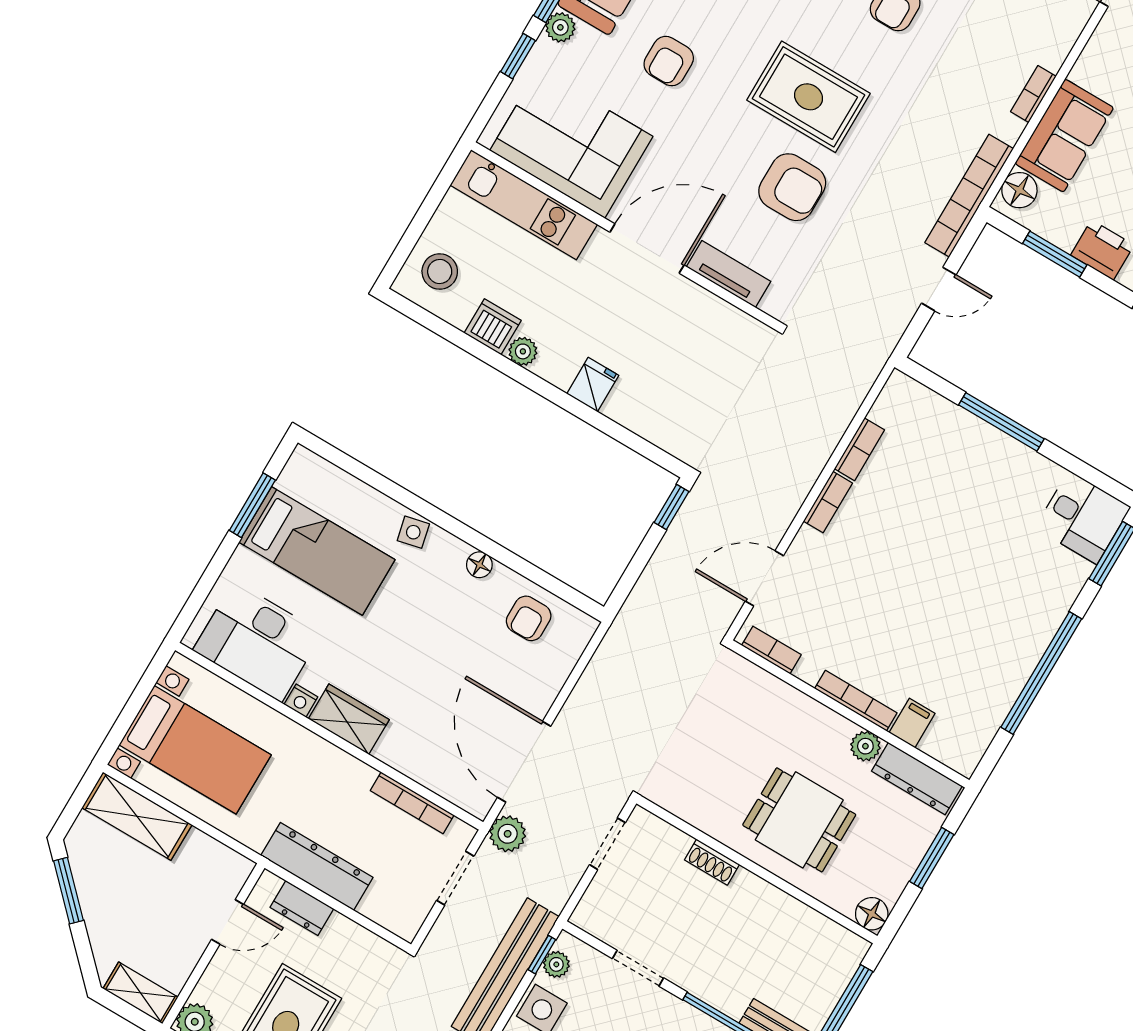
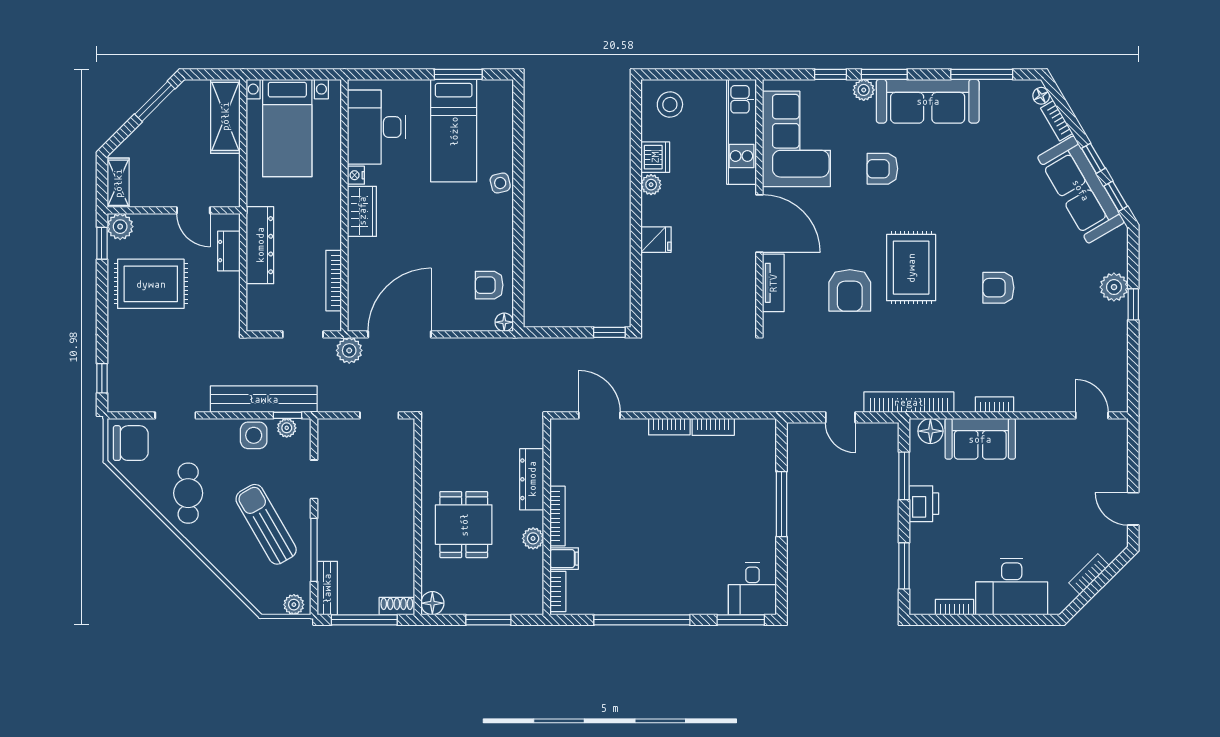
floor lamp: (479, 565) -> (504, 322), moved
bookcase: (771, 650) -> (558, 591), moved
dresser: (917, 779) -> (532, 479), moved
shoe rack: (712, 862) -> (397, 606), moved, turned 90

